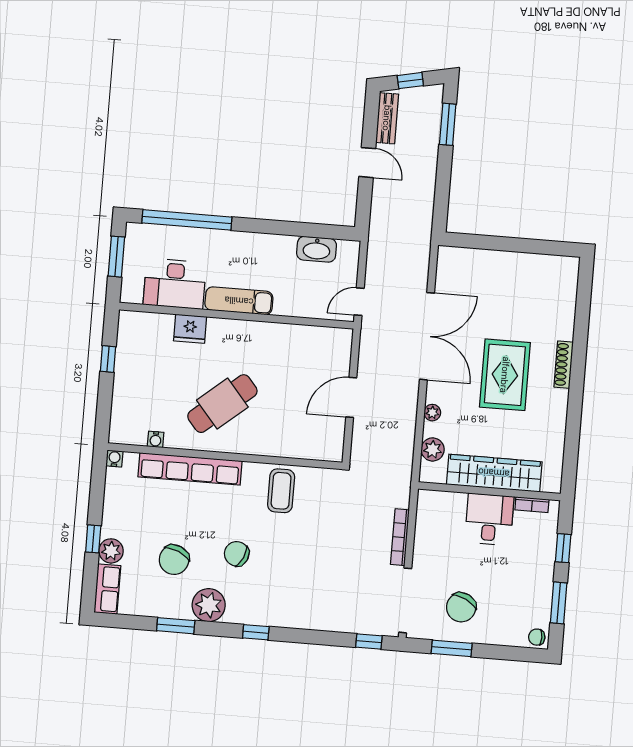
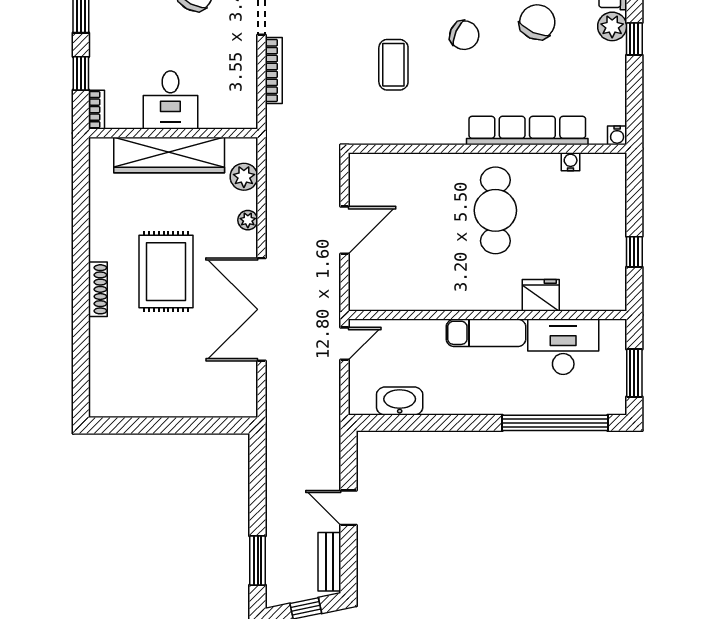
cafe table: (222, 404) -> (495, 210), turned -50
coffee table: (281, 491) -> (393, 65), moved
bookcase: (532, 505) -> (96, 110), moved, turned 90

